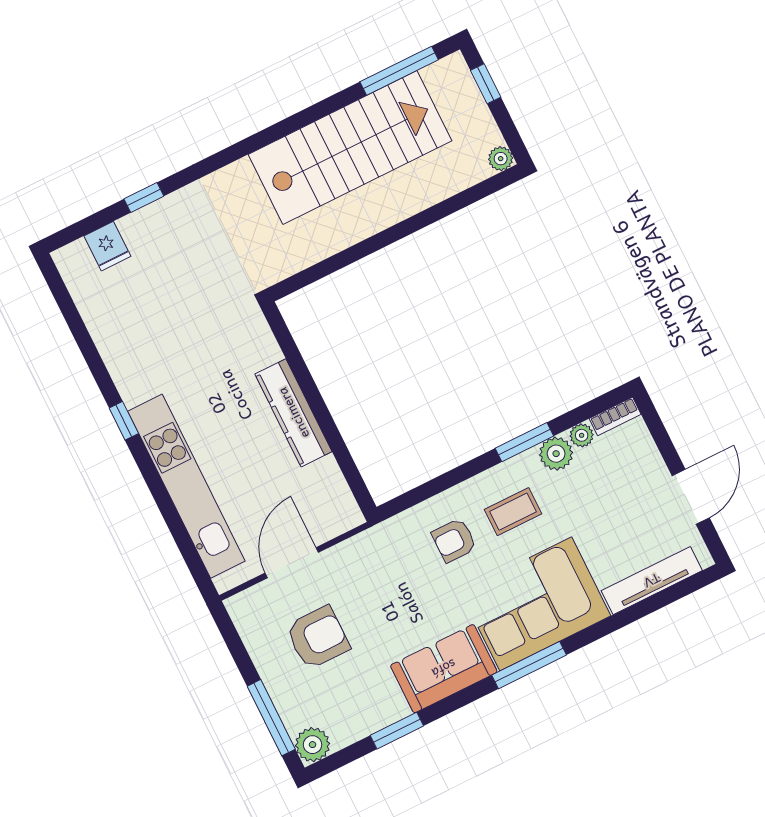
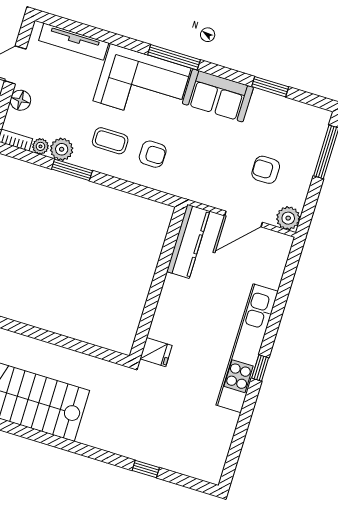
fridge: (107, 246) -> (156, 352), moved, turned 90
kitchen counter: (293, 413) -> (188, 241), moved
floor lamp: (649, 464) -> (20, 100), added
kitchen unit: (186, 486) -> (247, 348), moved
armchair: (318, 638) -> (266, 170), width x0.72, depth x0.72
plant: (313, 745) -> (288, 218), moved

